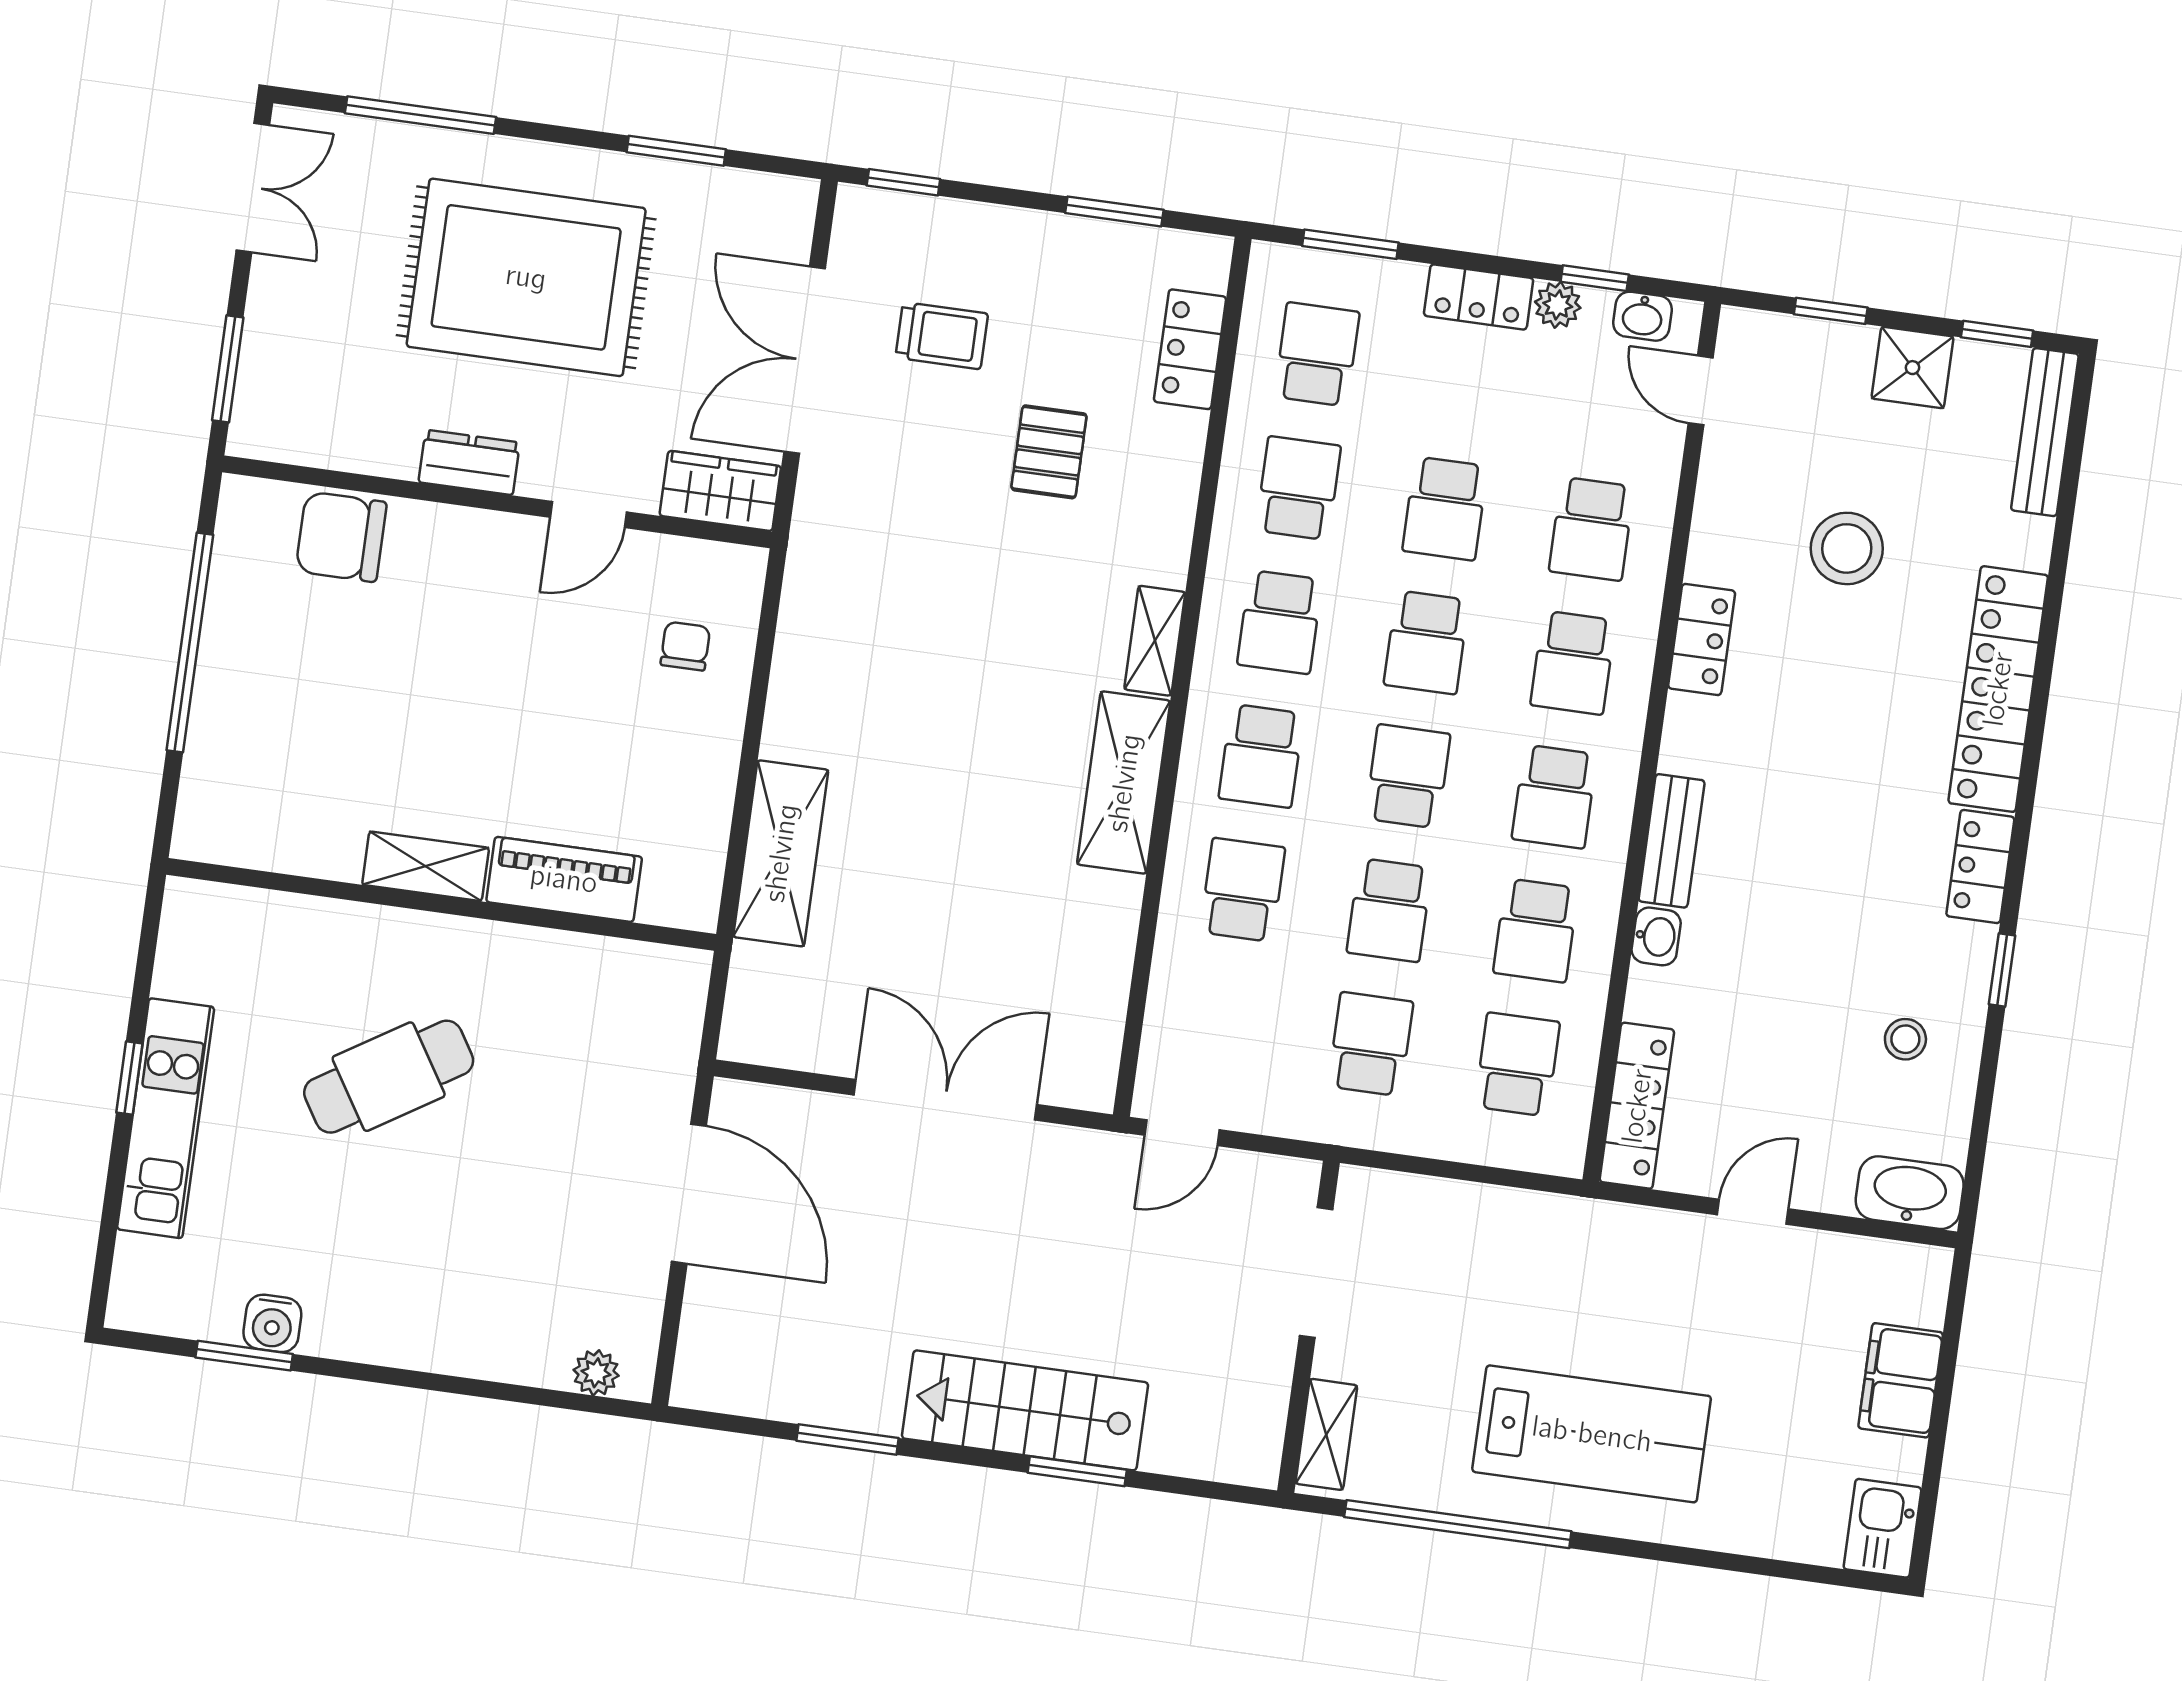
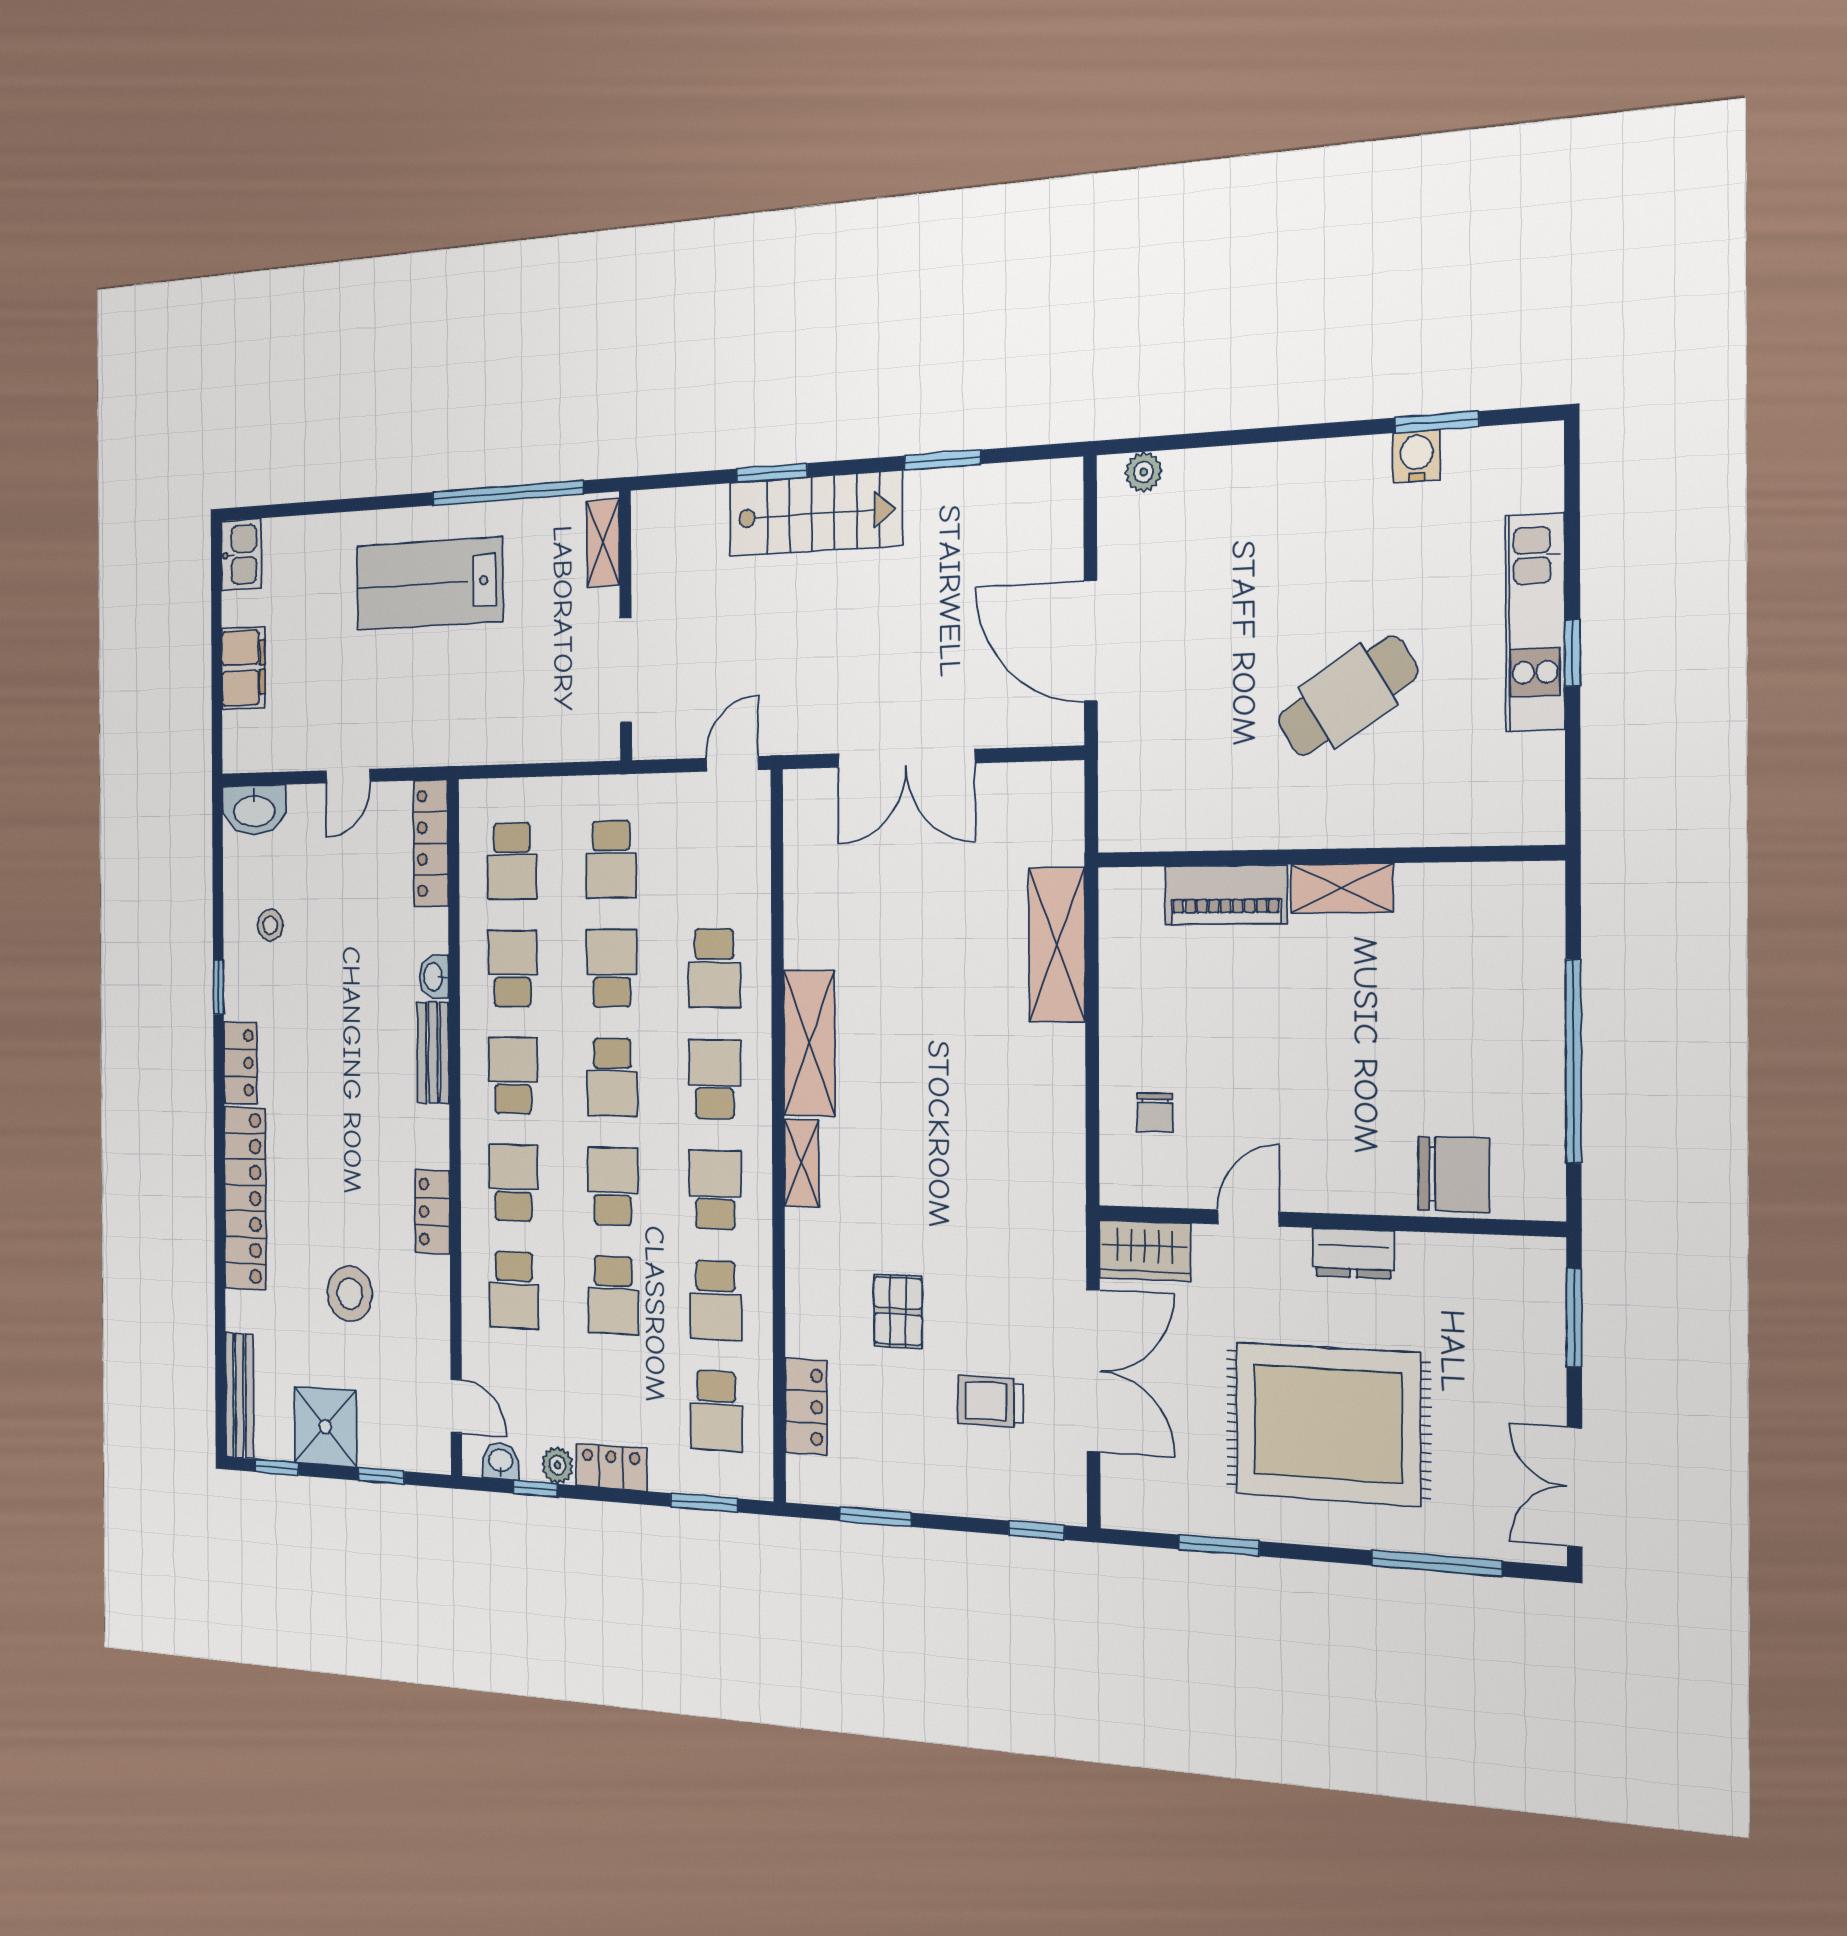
shower: (1913, 368) -> (325, 1427), width x1.36, depth x1.36
school desk: (1445, 509) -> (613, 1295), turned 180
school desk: (1592, 529) -> (514, 1290), turned 180

